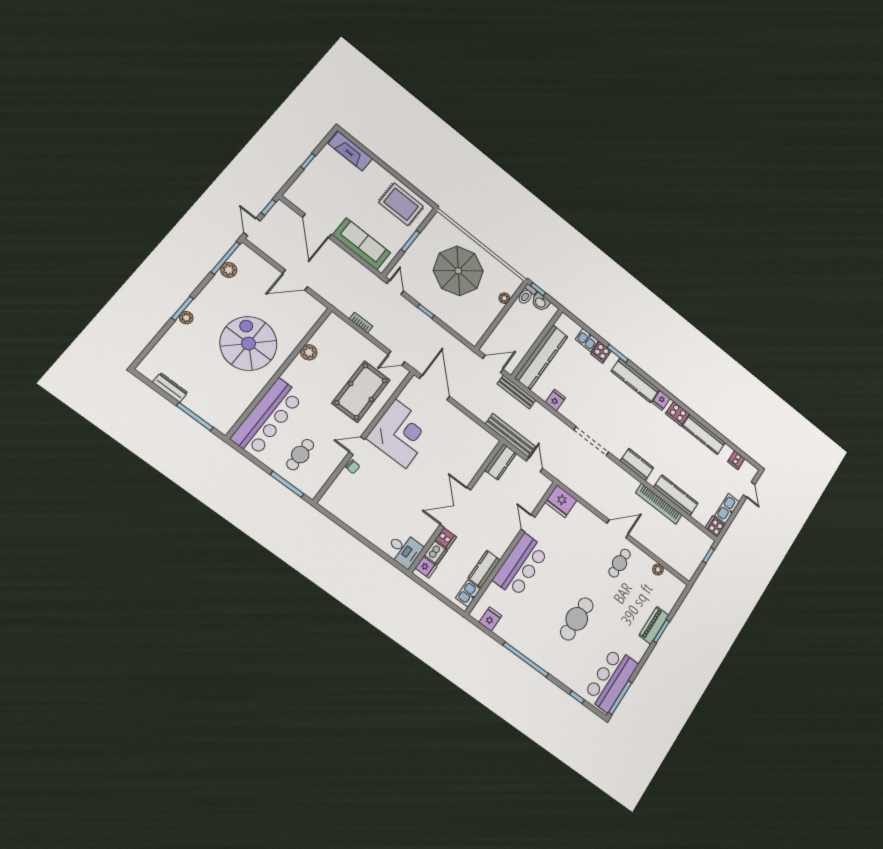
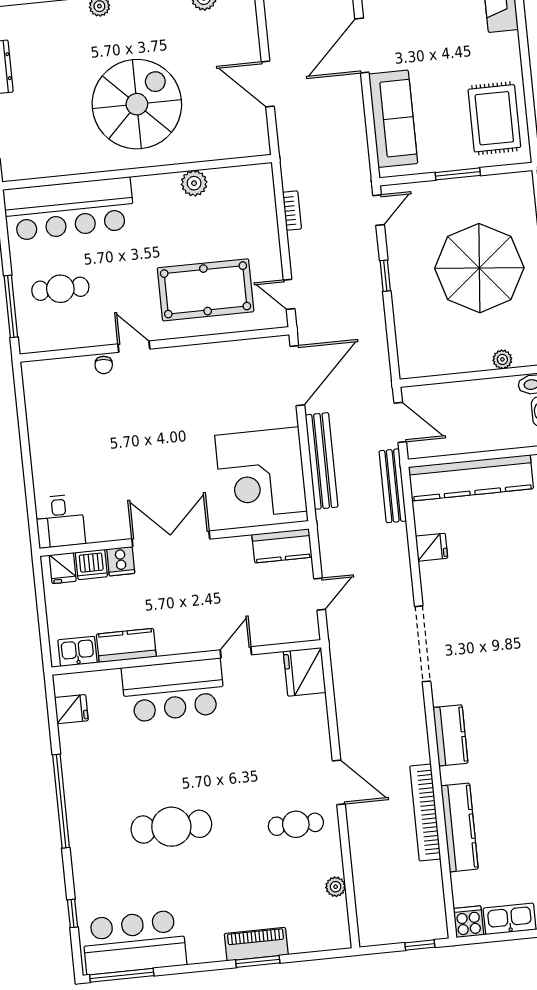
corner desk: (401, 434) -> (261, 473), moved, turned 90
bench: (510, 435) -> (322, 461), moved

